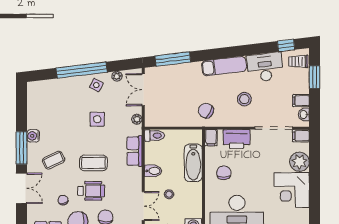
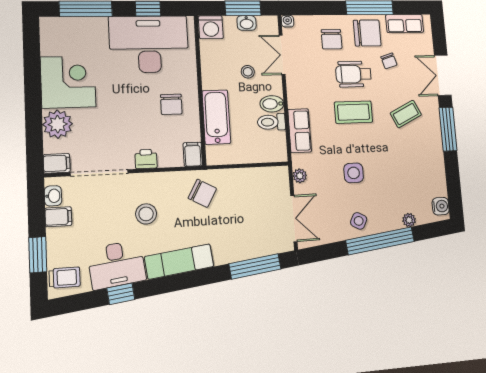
window: (286, 45) -> (121, 294), moved
plant: (117, 76) -> (409, 220), moved
water cooler: (33, 136) -> (441, 206), moved
toilet: (154, 136) -> (271, 122), moved
printer: (236, 139) -> (146, 159), width x0.53, depth x0.68

